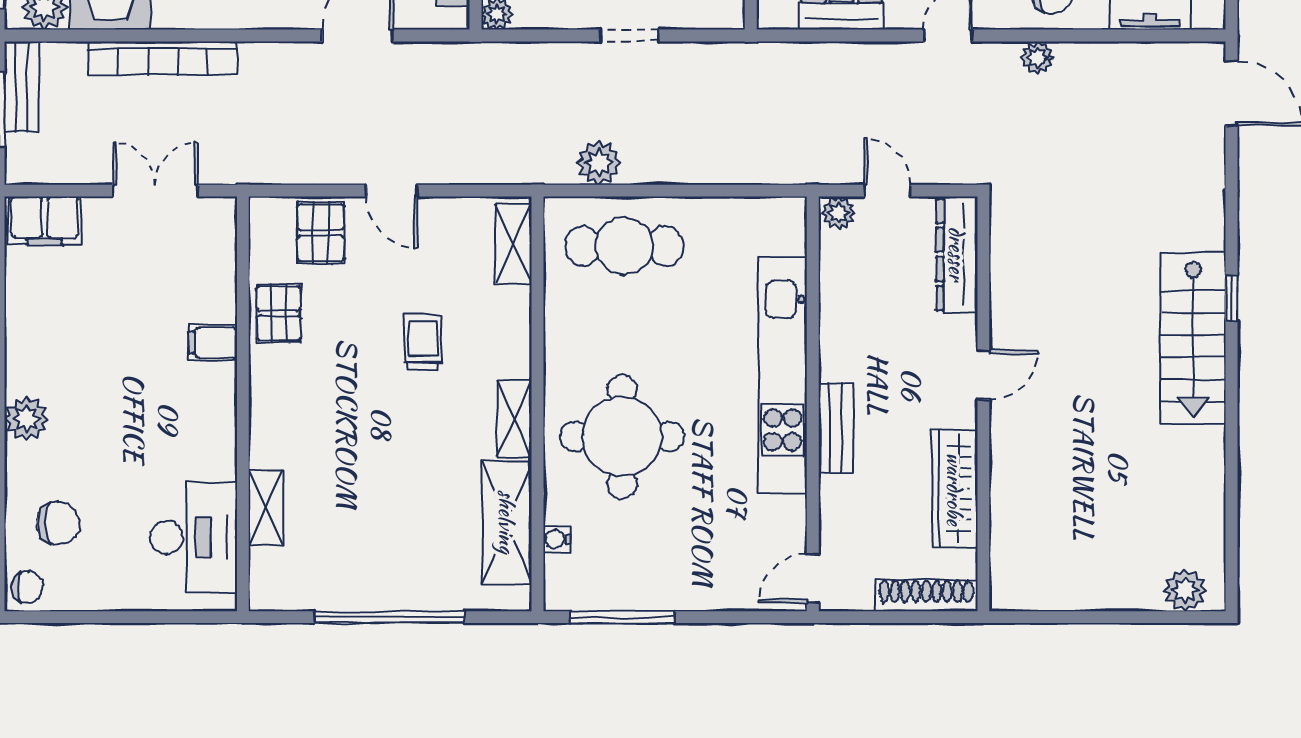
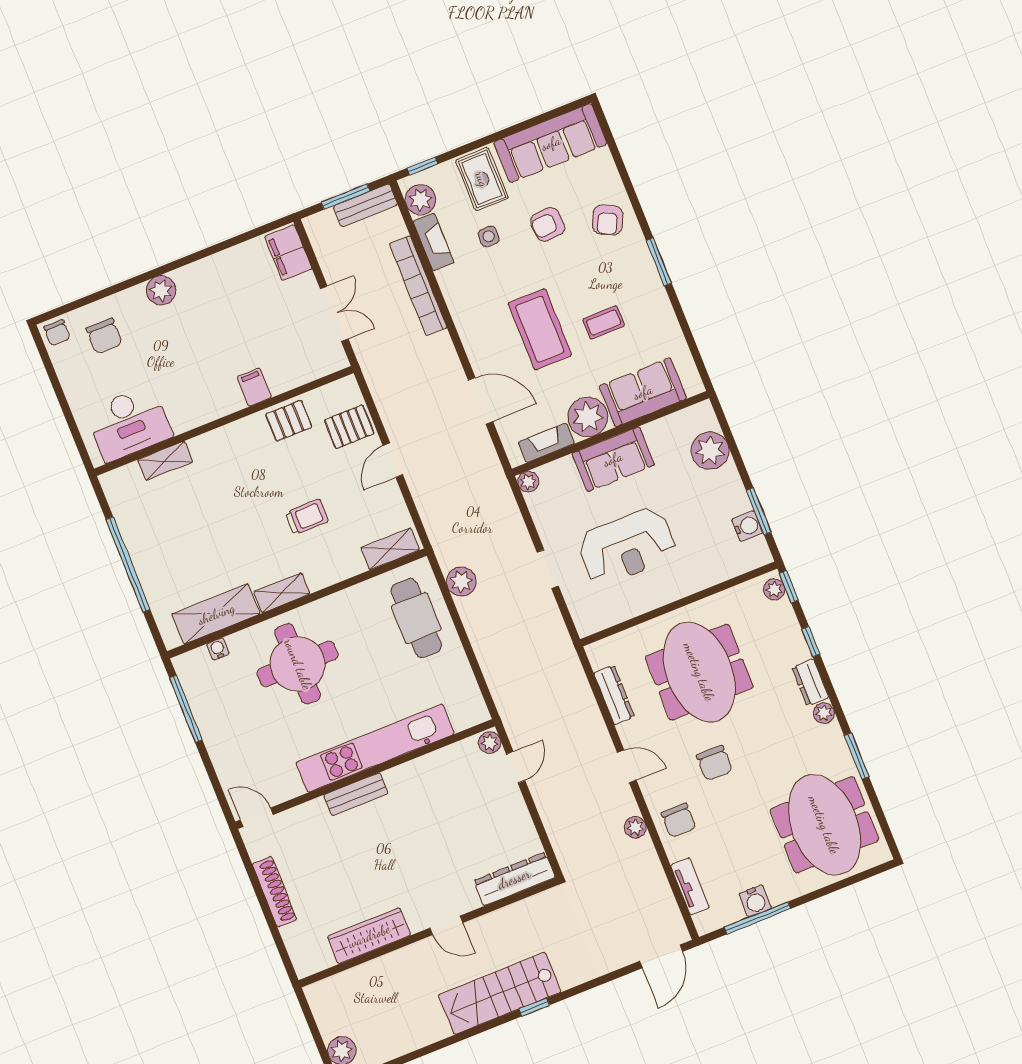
dresser: (957, 254) -> (514, 879), moved
door: (983, 375) -> (446, 925), moved
wall: (983, 404) -> (428, 932), moved
wardrobe: (955, 489) -> (369, 936), moved

